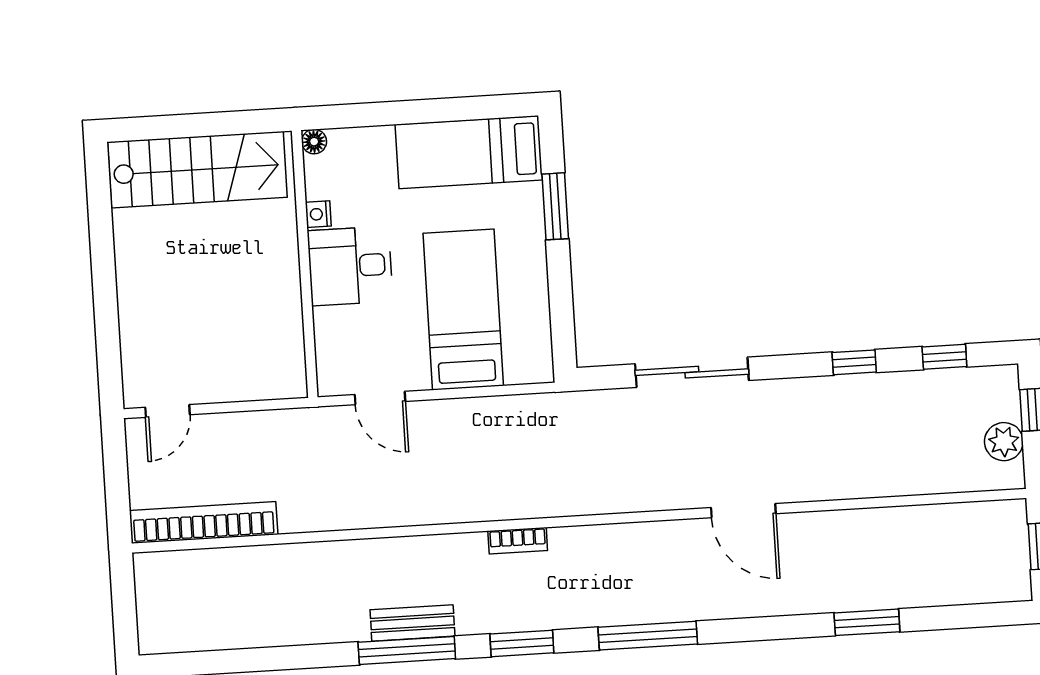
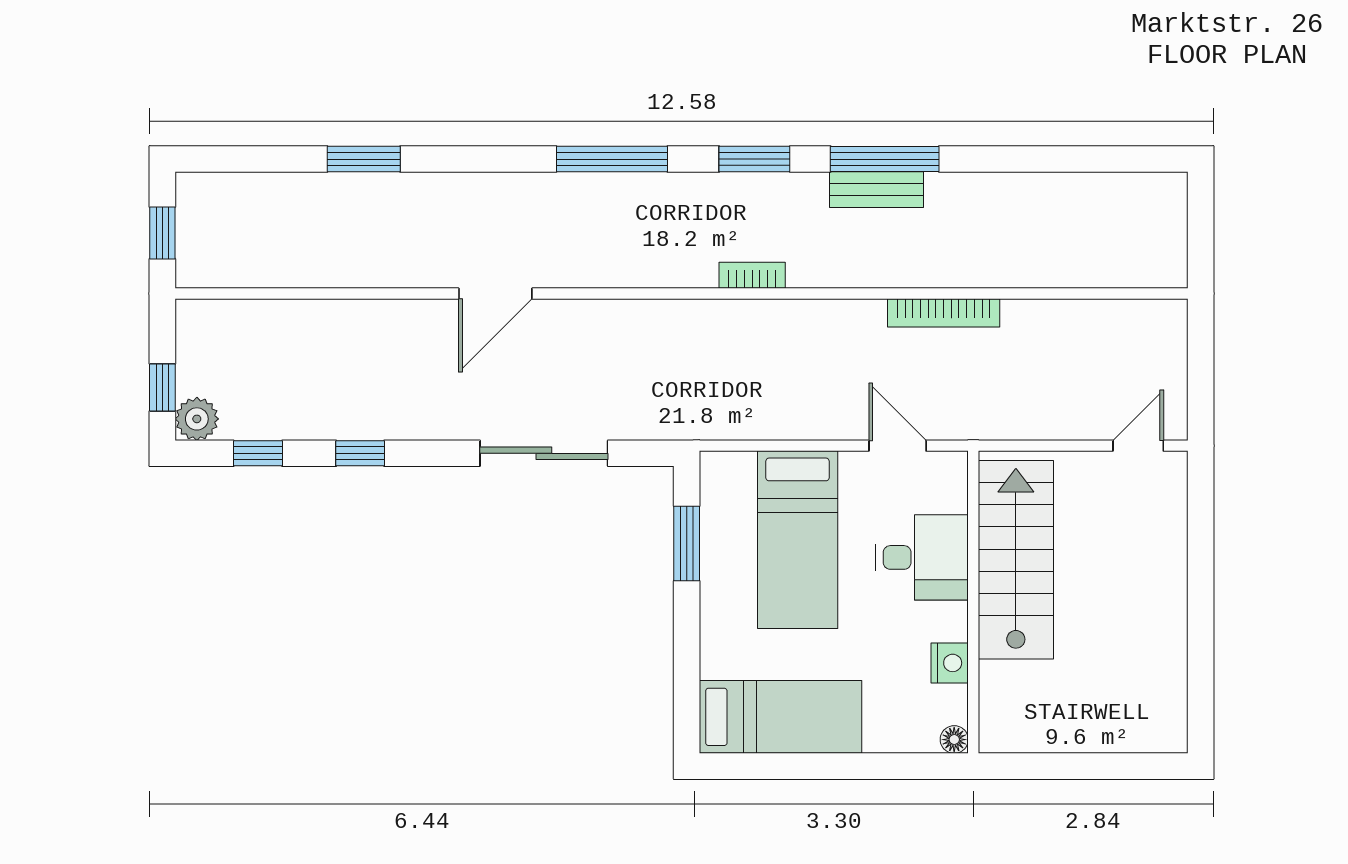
stairs: (197, 170) -> (1016, 560), moved, turned 90
window: (555, 206) -> (687, 544), moved
nightstand: (318, 214) -> (950, 663), width x1.39, depth x1.35
desk: (350, 266) -> (922, 557), moved
plant: (1004, 442) -> (197, 419), moved
door: (743, 511) -> (495, 293), swing flipped
bookcase: (204, 523) -> (944, 313), moved, width x0.68, depth x0.76

